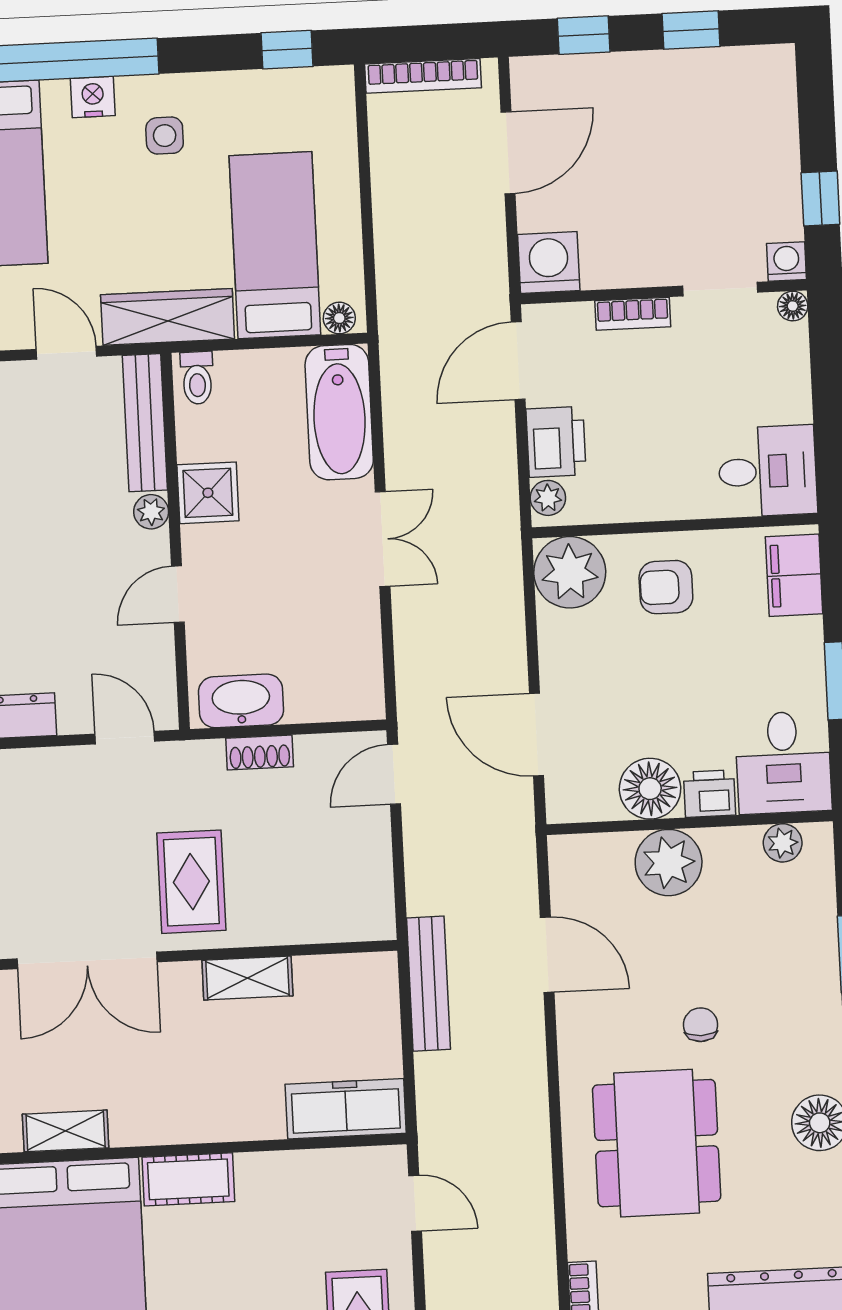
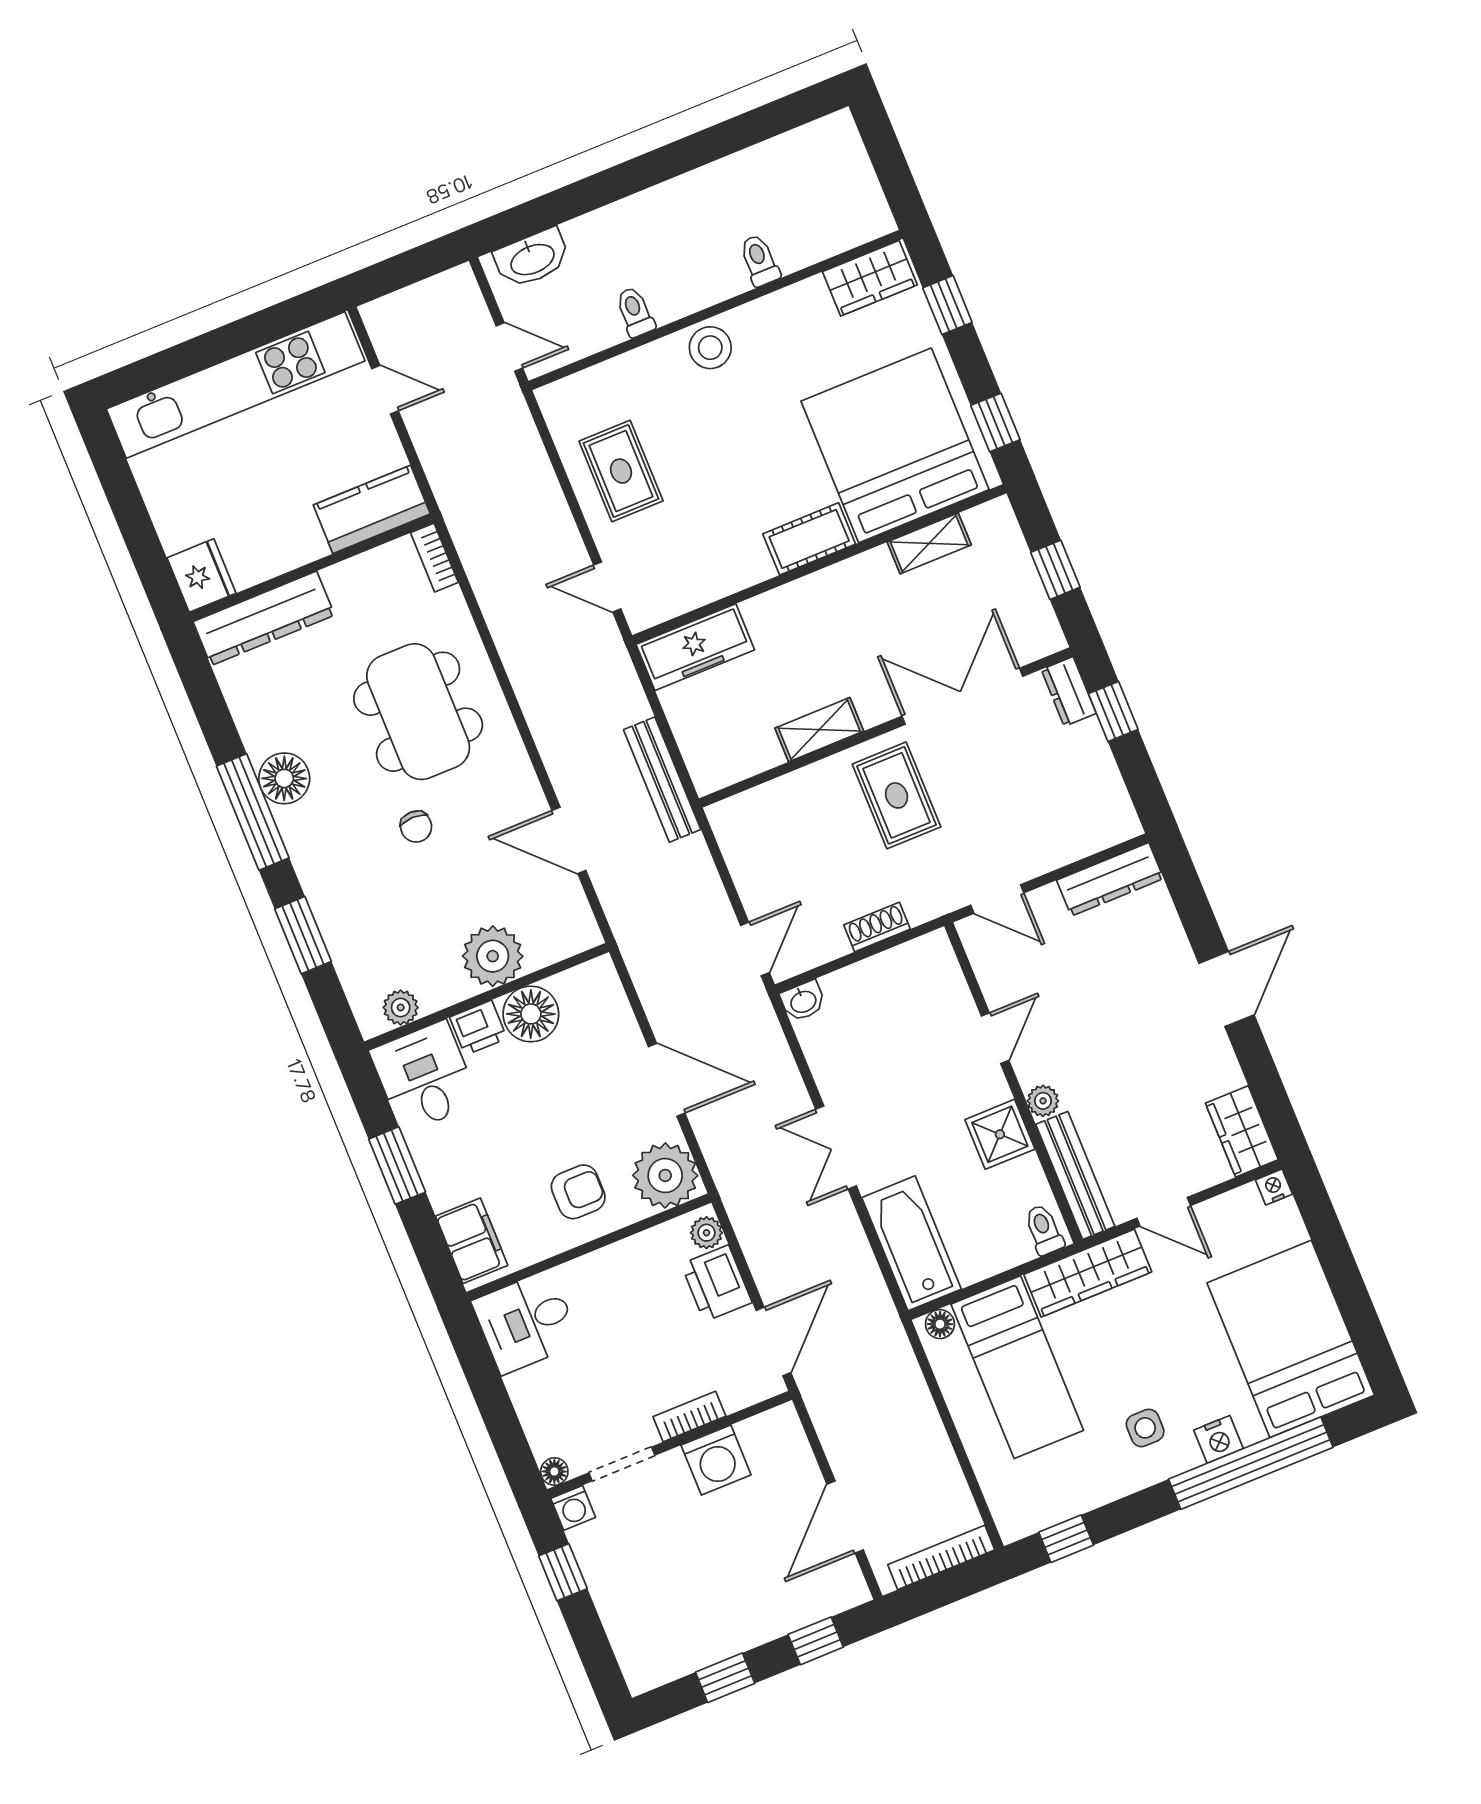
washing machine: (549, 262) -> (716, 1460), moved
washbasin: (241, 701) -> (803, 1001), moved, width x0.52, depth x0.69
door: (536, 735) -> (667, 1080), moved

